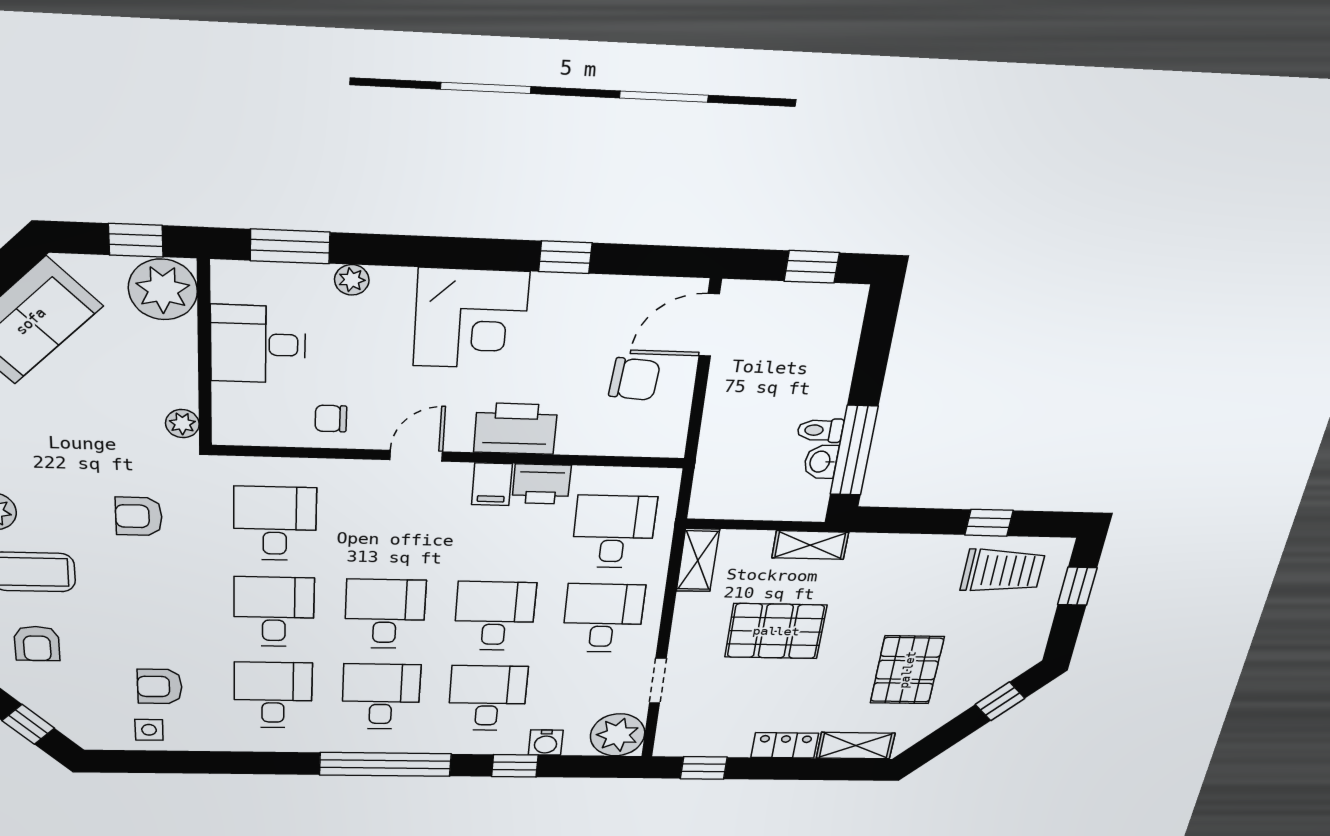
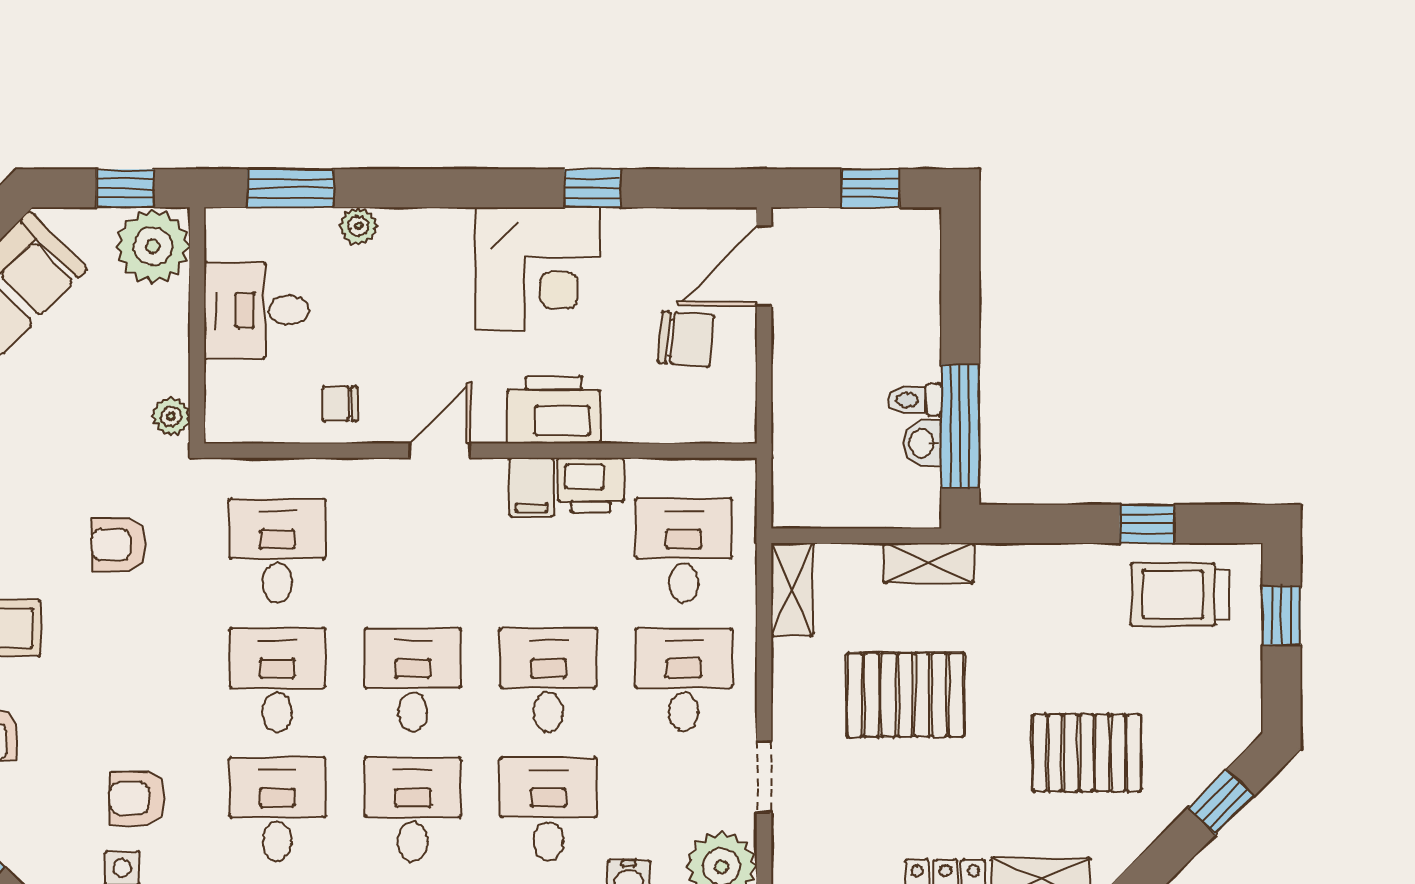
corner desk: (471, 319) -> (538, 269), moved
trolley: (1003, 571) -> (1180, 594), turned 180
pallet: (907, 670) -> (1087, 753), turned 90

